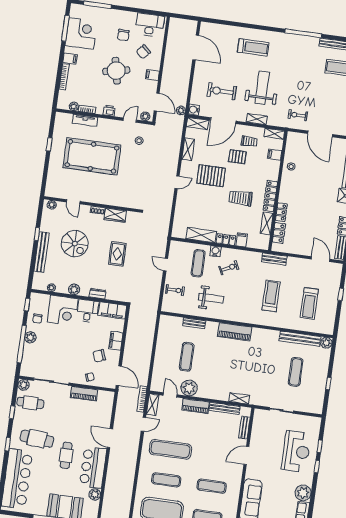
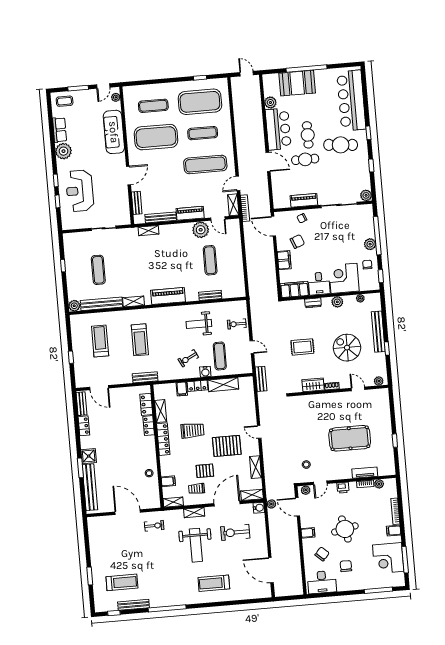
exercise bike: (222, 91) -> (235, 532), turned 180
pool table: (92, 156) -> (350, 438), width x0.73, depth x0.76
door: (177, 182) -> (259, 432), hinge flipped
bench: (164, 232) -> (261, 379), added
rug: (117, 254) -> (302, 347), turned 90
shelving: (269, 334) -> (134, 302), added
cafe table: (30, 403) -> (305, 159), moved
exercise mat: (212, 486) -> (156, 137), width x2.00, depth x1.45

